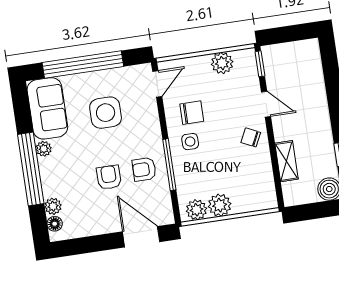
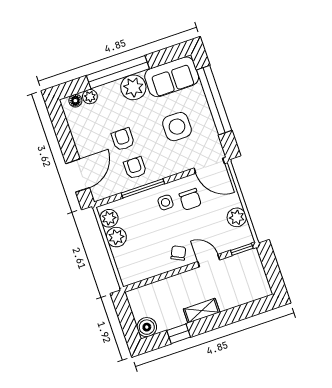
door: (157, 84) -> (209, 166), width x1.38
door: (266, 104) -> (209, 261), swing flipped
plant: (44, 149) -> (133, 87), width x1.88, depth x1.88
shelving: (286, 161) -> (202, 311), moved
armchair: (109, 177) -> (123, 139), turned -90

